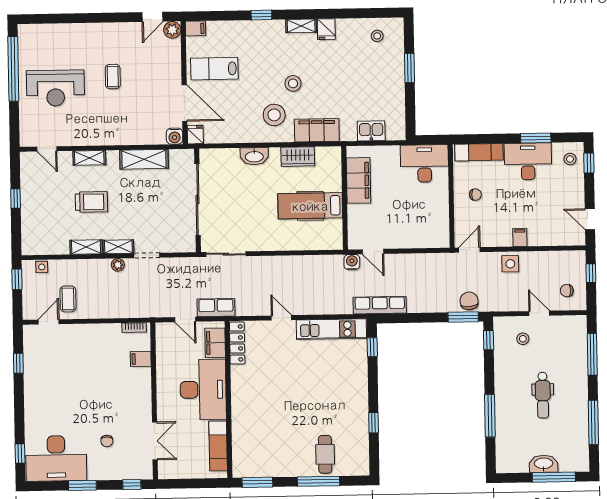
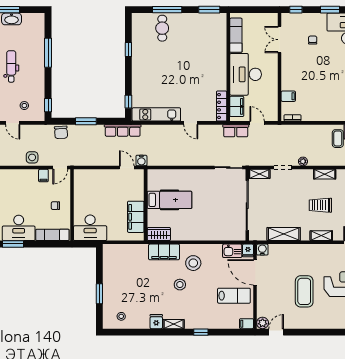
coffee table: (113, 77) -> (304, 291), width x1.86, depth x1.72
kitchen sink: (371, 131) -> (232, 251), moved
washbasin: (254, 156) -> (208, 235), removed
wardrobe: (298, 157) -> (159, 234), moved
filing cabinet: (520, 237) -> (43, 176), moved
shelving: (118, 247) -> (259, 174), moved
window: (463, 317) -> (86, 121), moved

